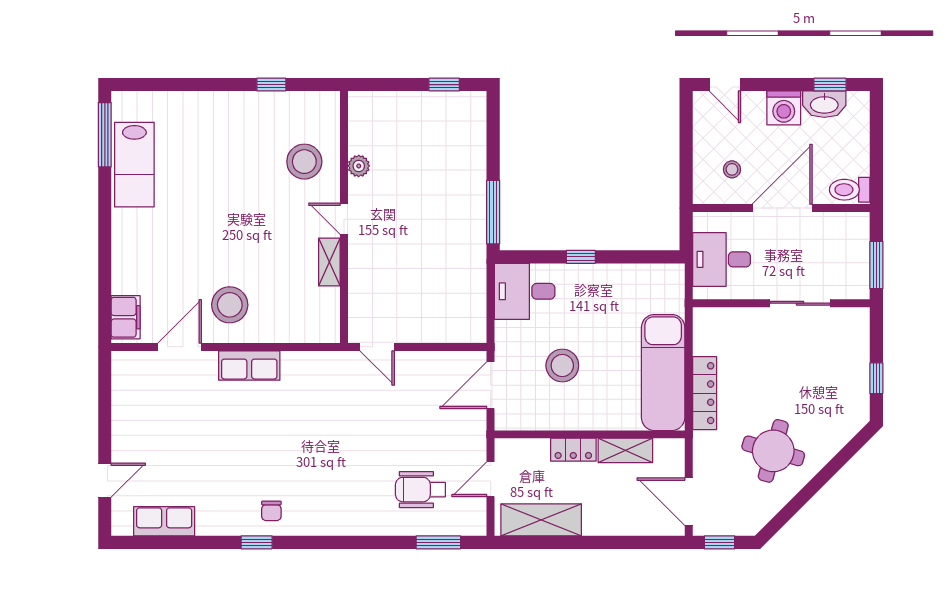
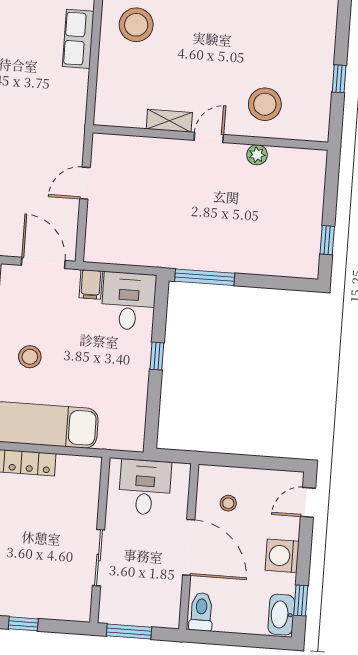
washbasin: (824, 104) -> (281, 615), moved
filing cabinet: (510, 333) -> (91, 284), added
door: (377, 347) -> (85, 183), moved
stool: (562, 366) -> (30, 357), moved, width x0.73, depth x0.73

